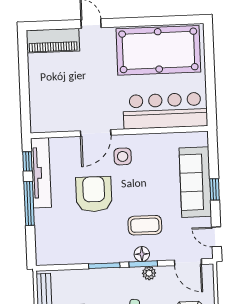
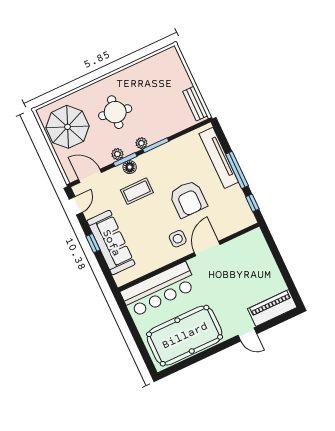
tv unit: (41, 173) -> (219, 158), moved
door: (216, 237) -> (76, 206), hinge flipped
plant: (119, 274) -> (141, 143), added

